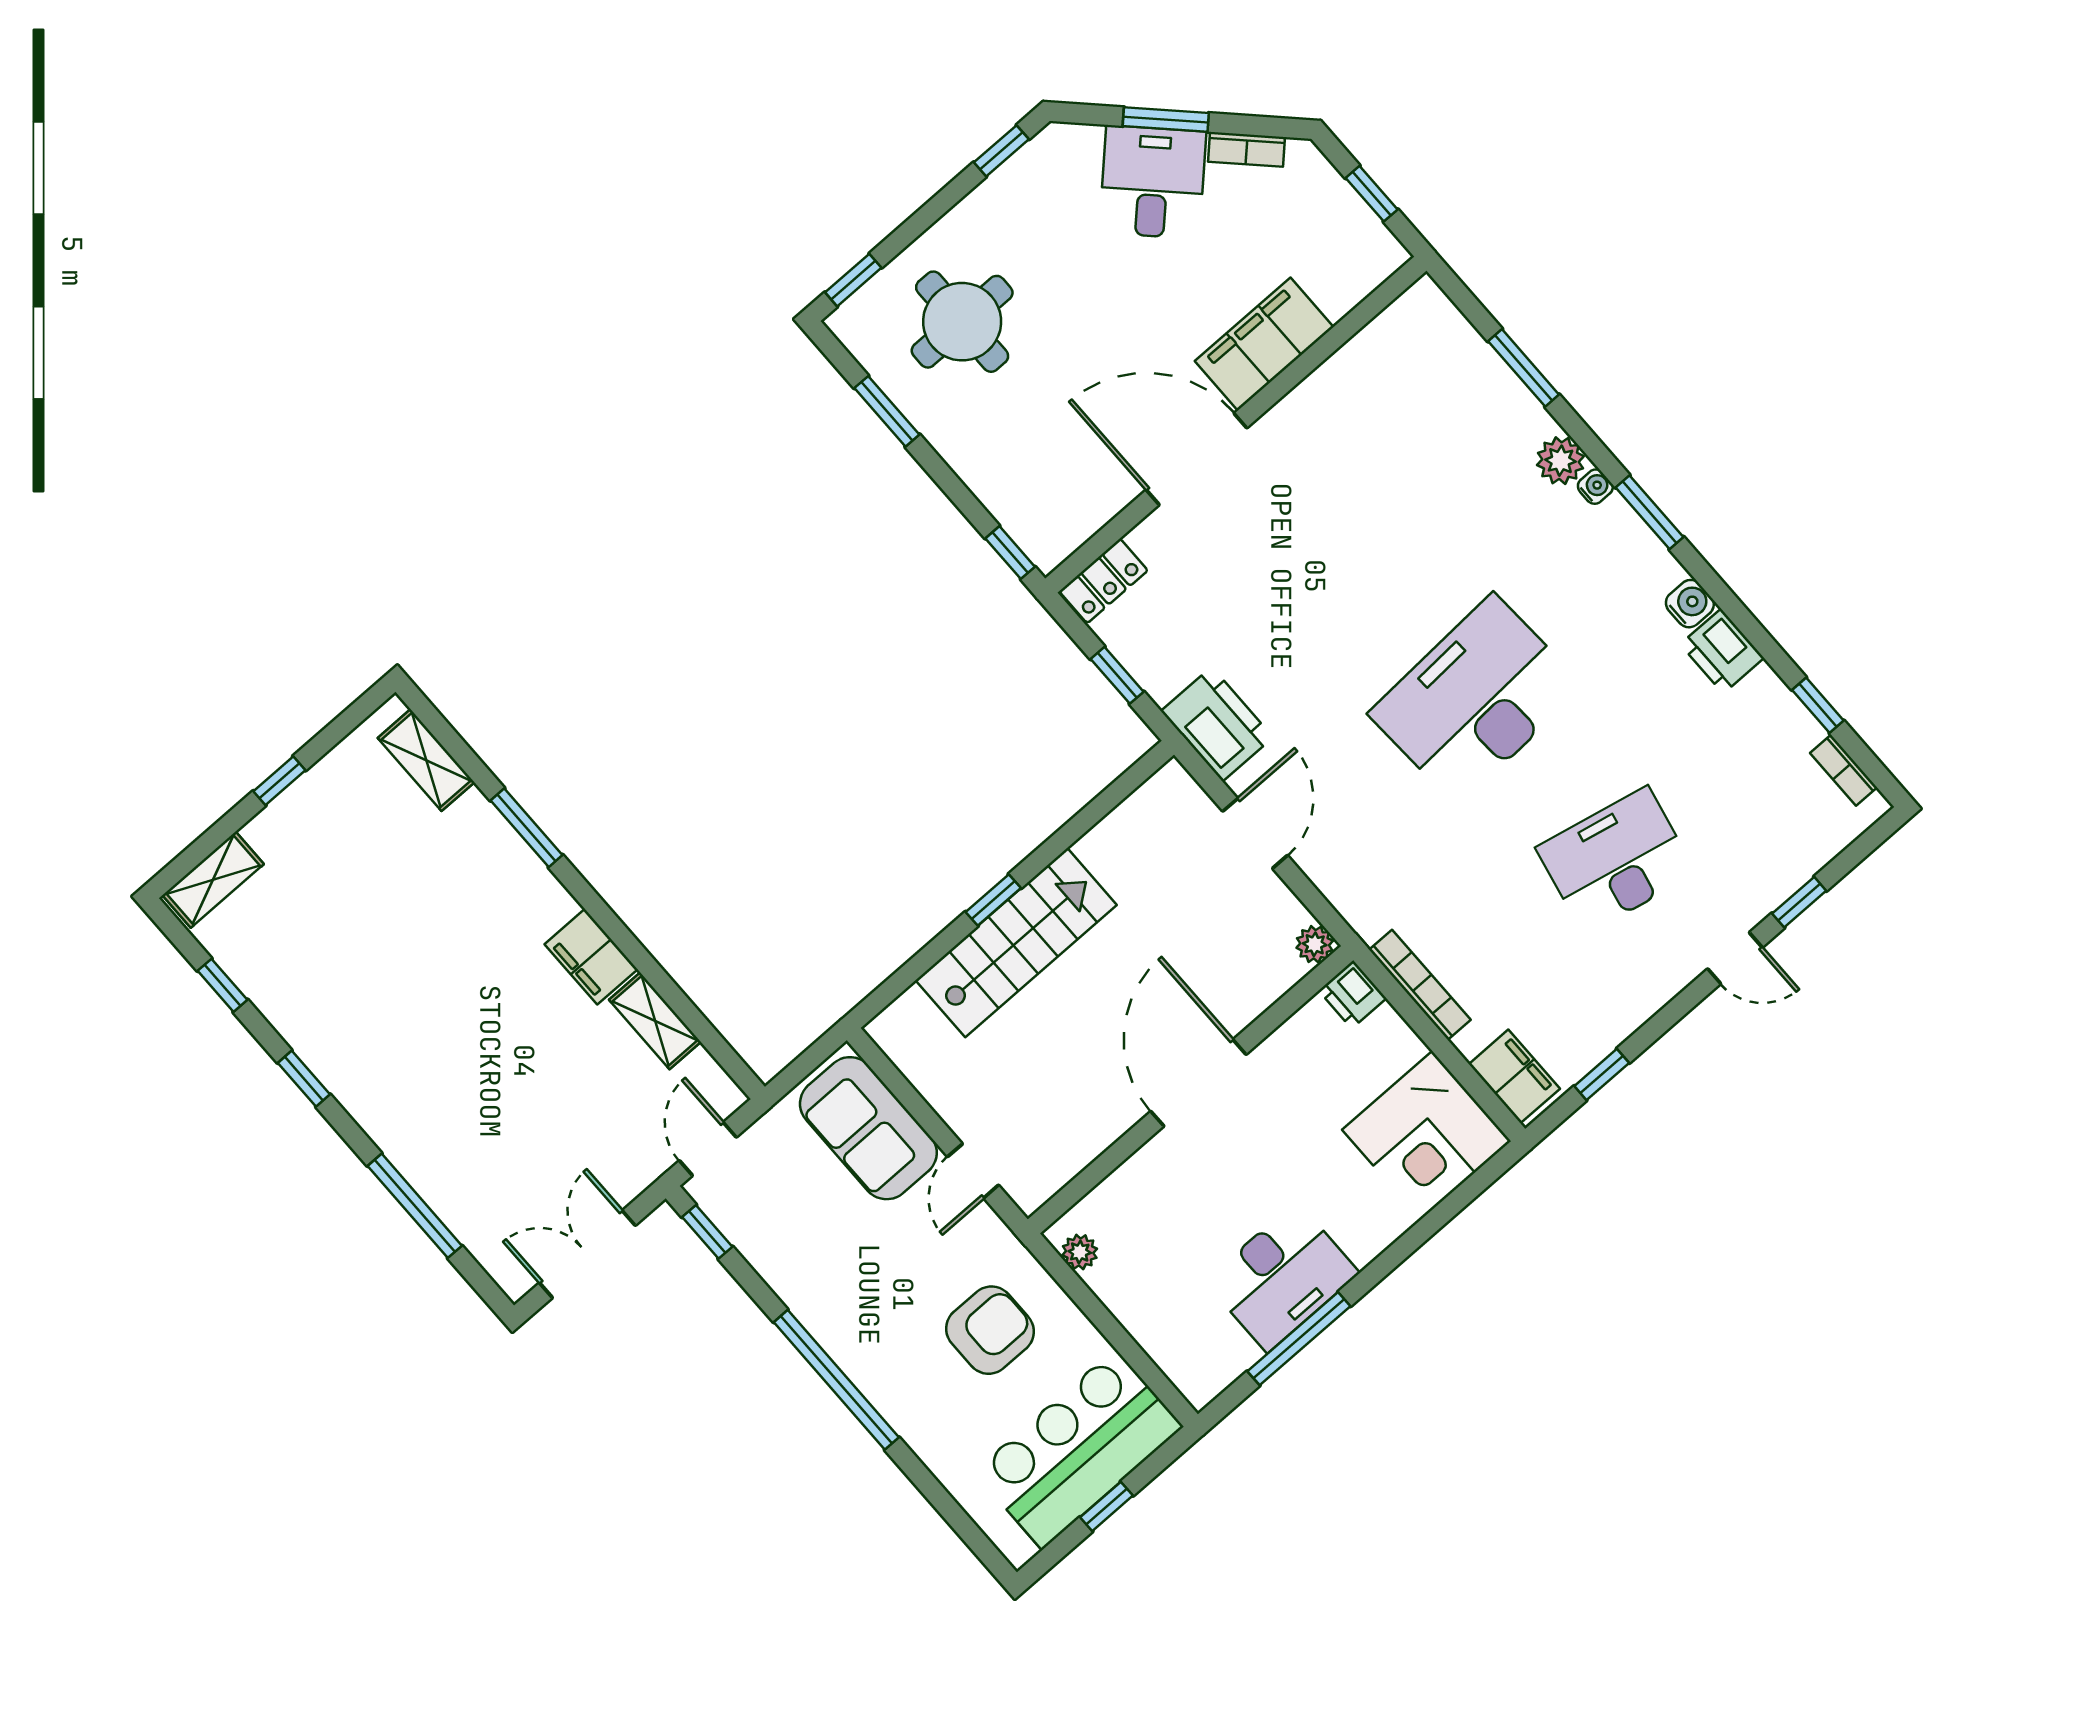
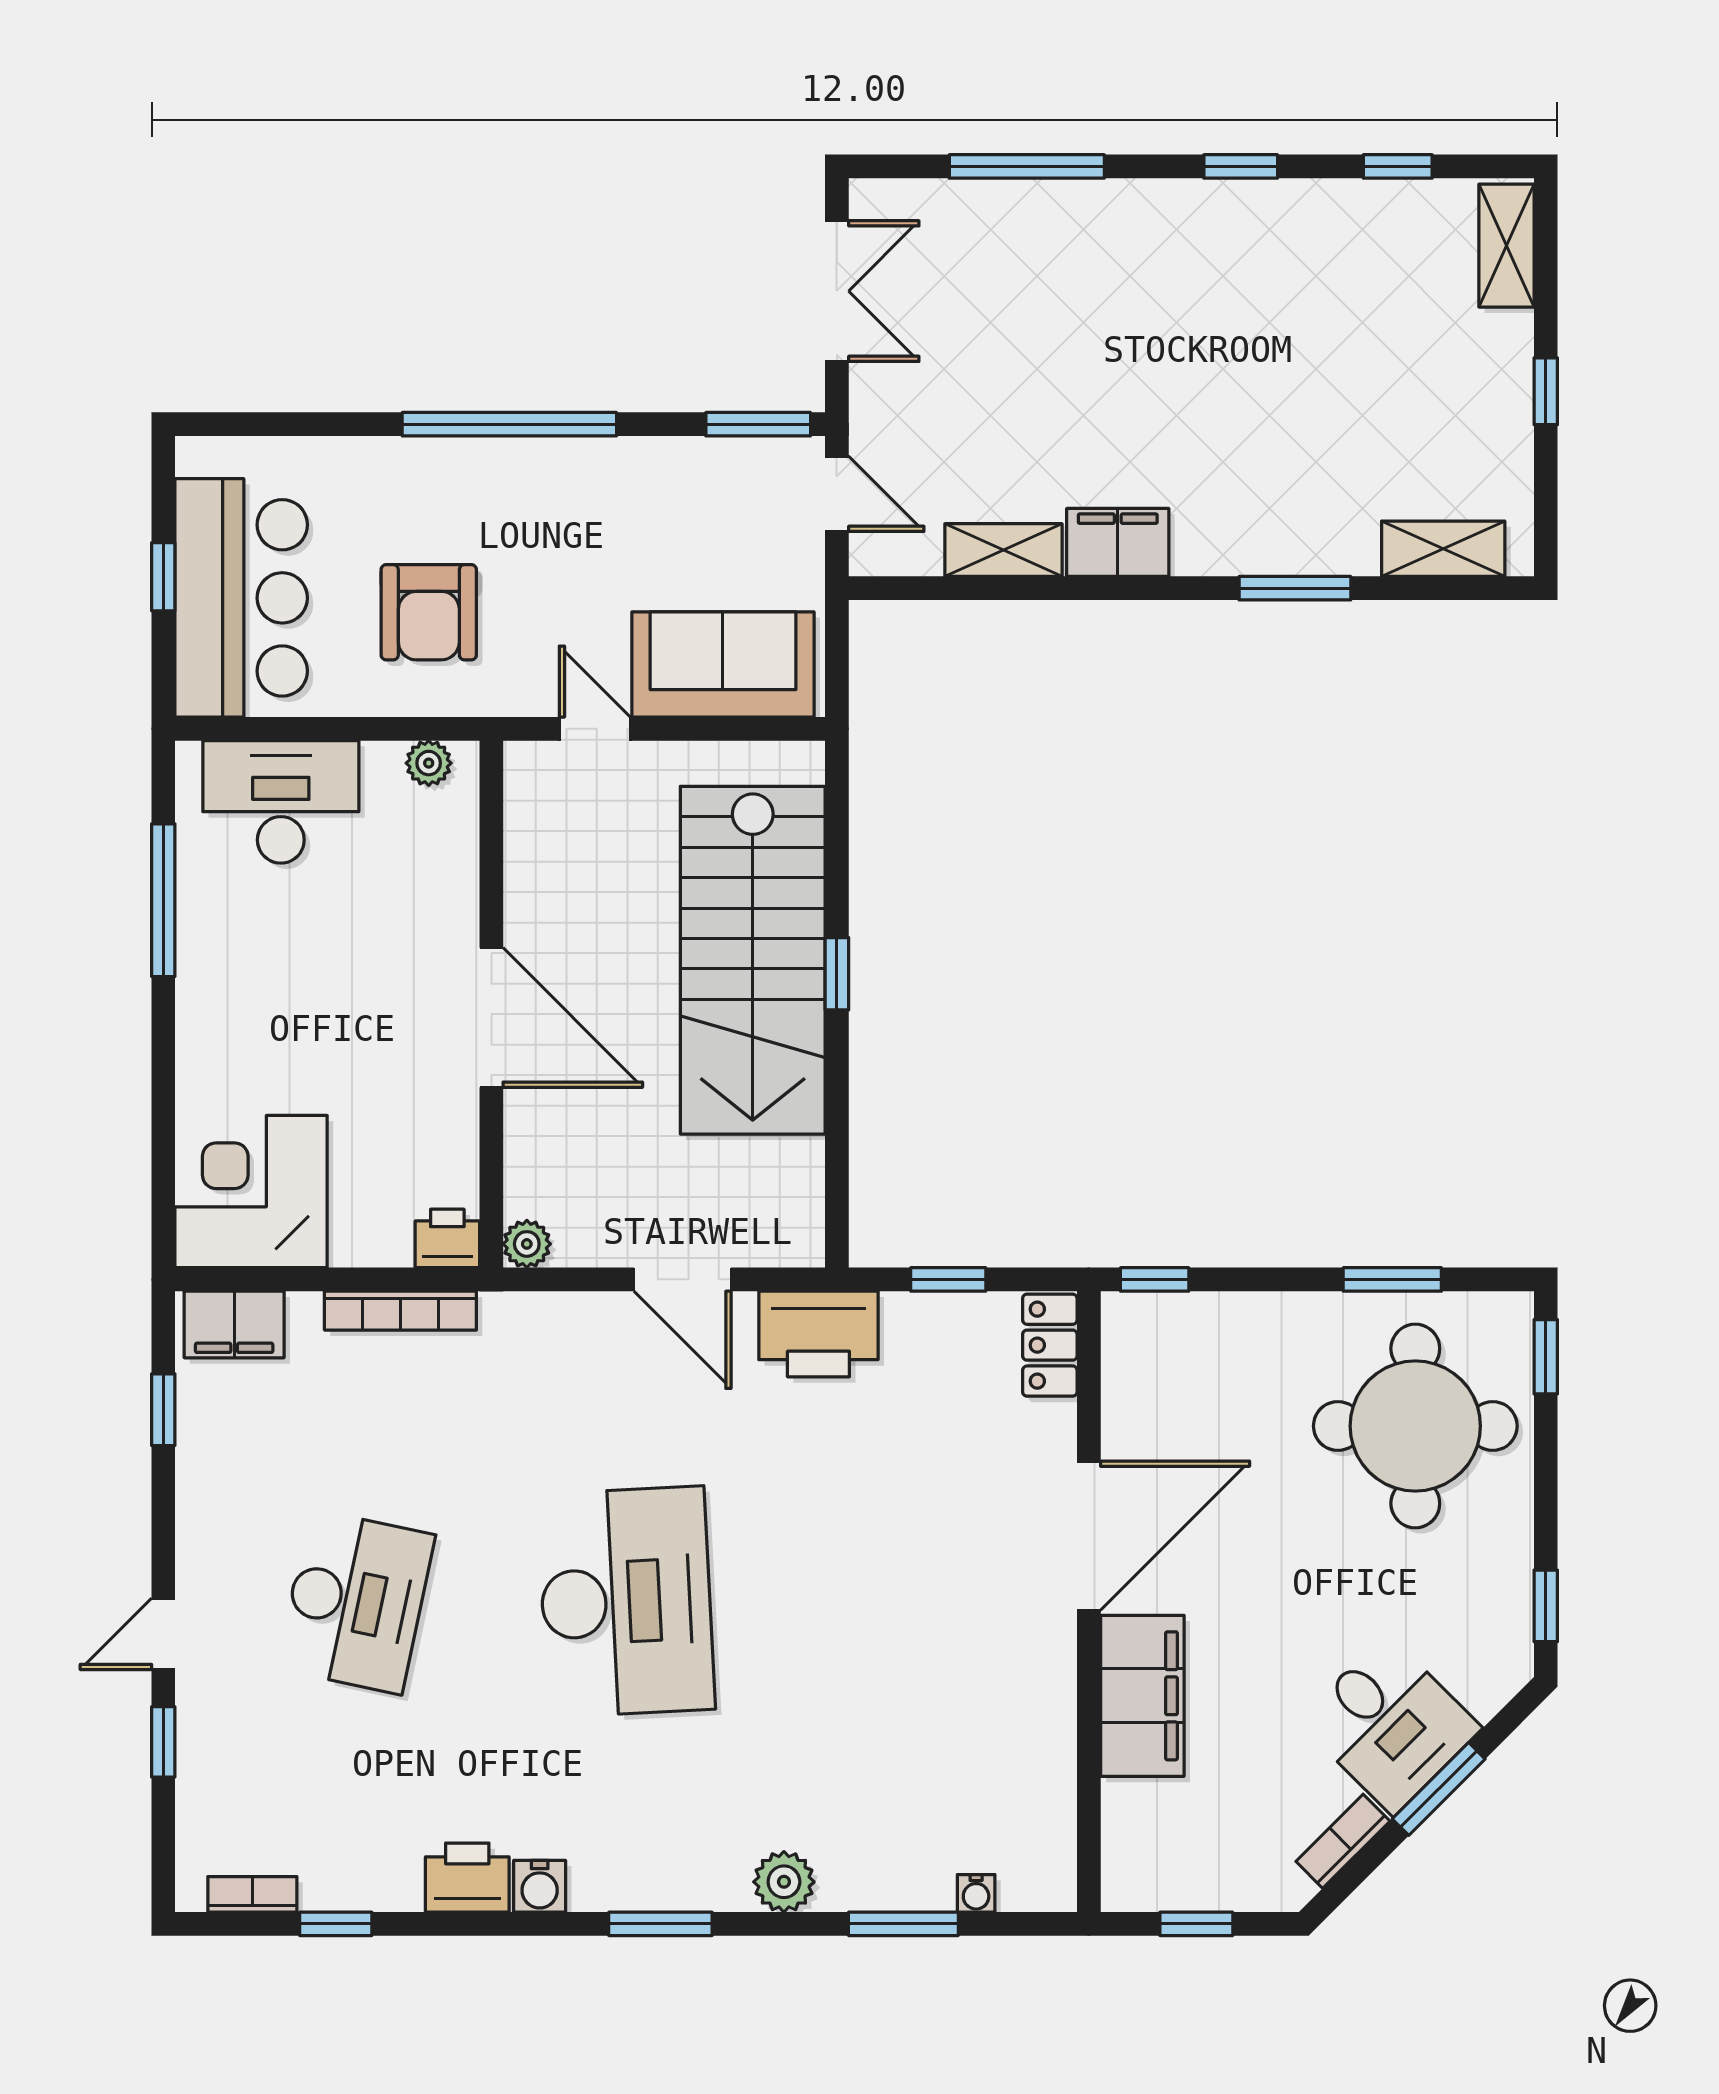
round table: (962, 322) -> (1415, 1426), width x1.36, depth x1.36
water cooler: (1595, 487) -> (976, 1893), moved
stairs: (1016, 943) -> (753, 960), width x1.36, depth x1.51
window: (707, 1232) -> (758, 424), width x1.50
desk: (1282, 1277) -> (281, 802), moved, turned 90

